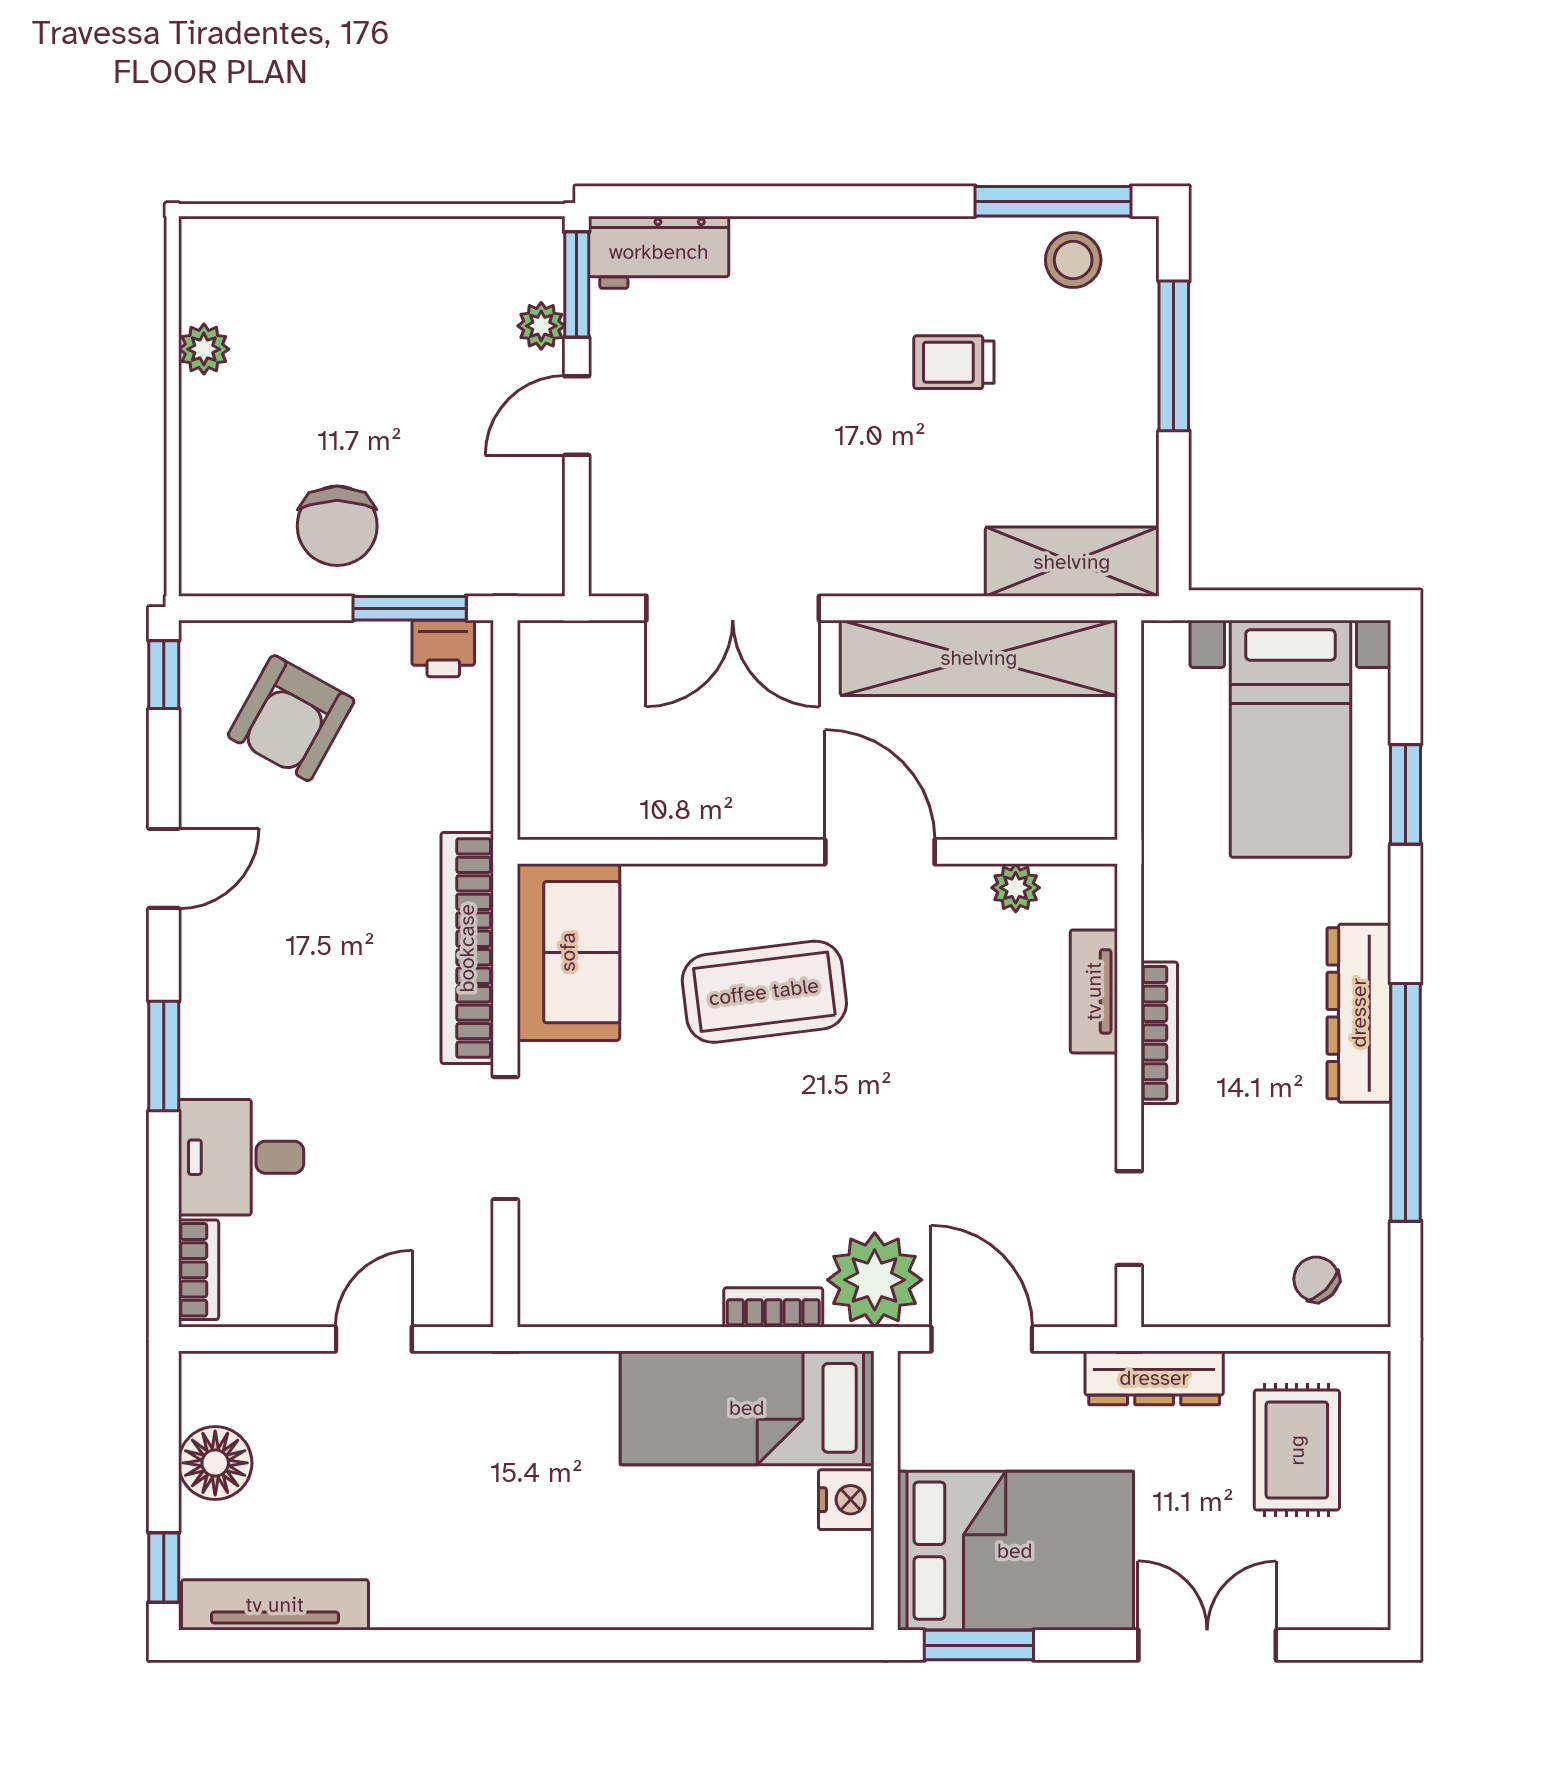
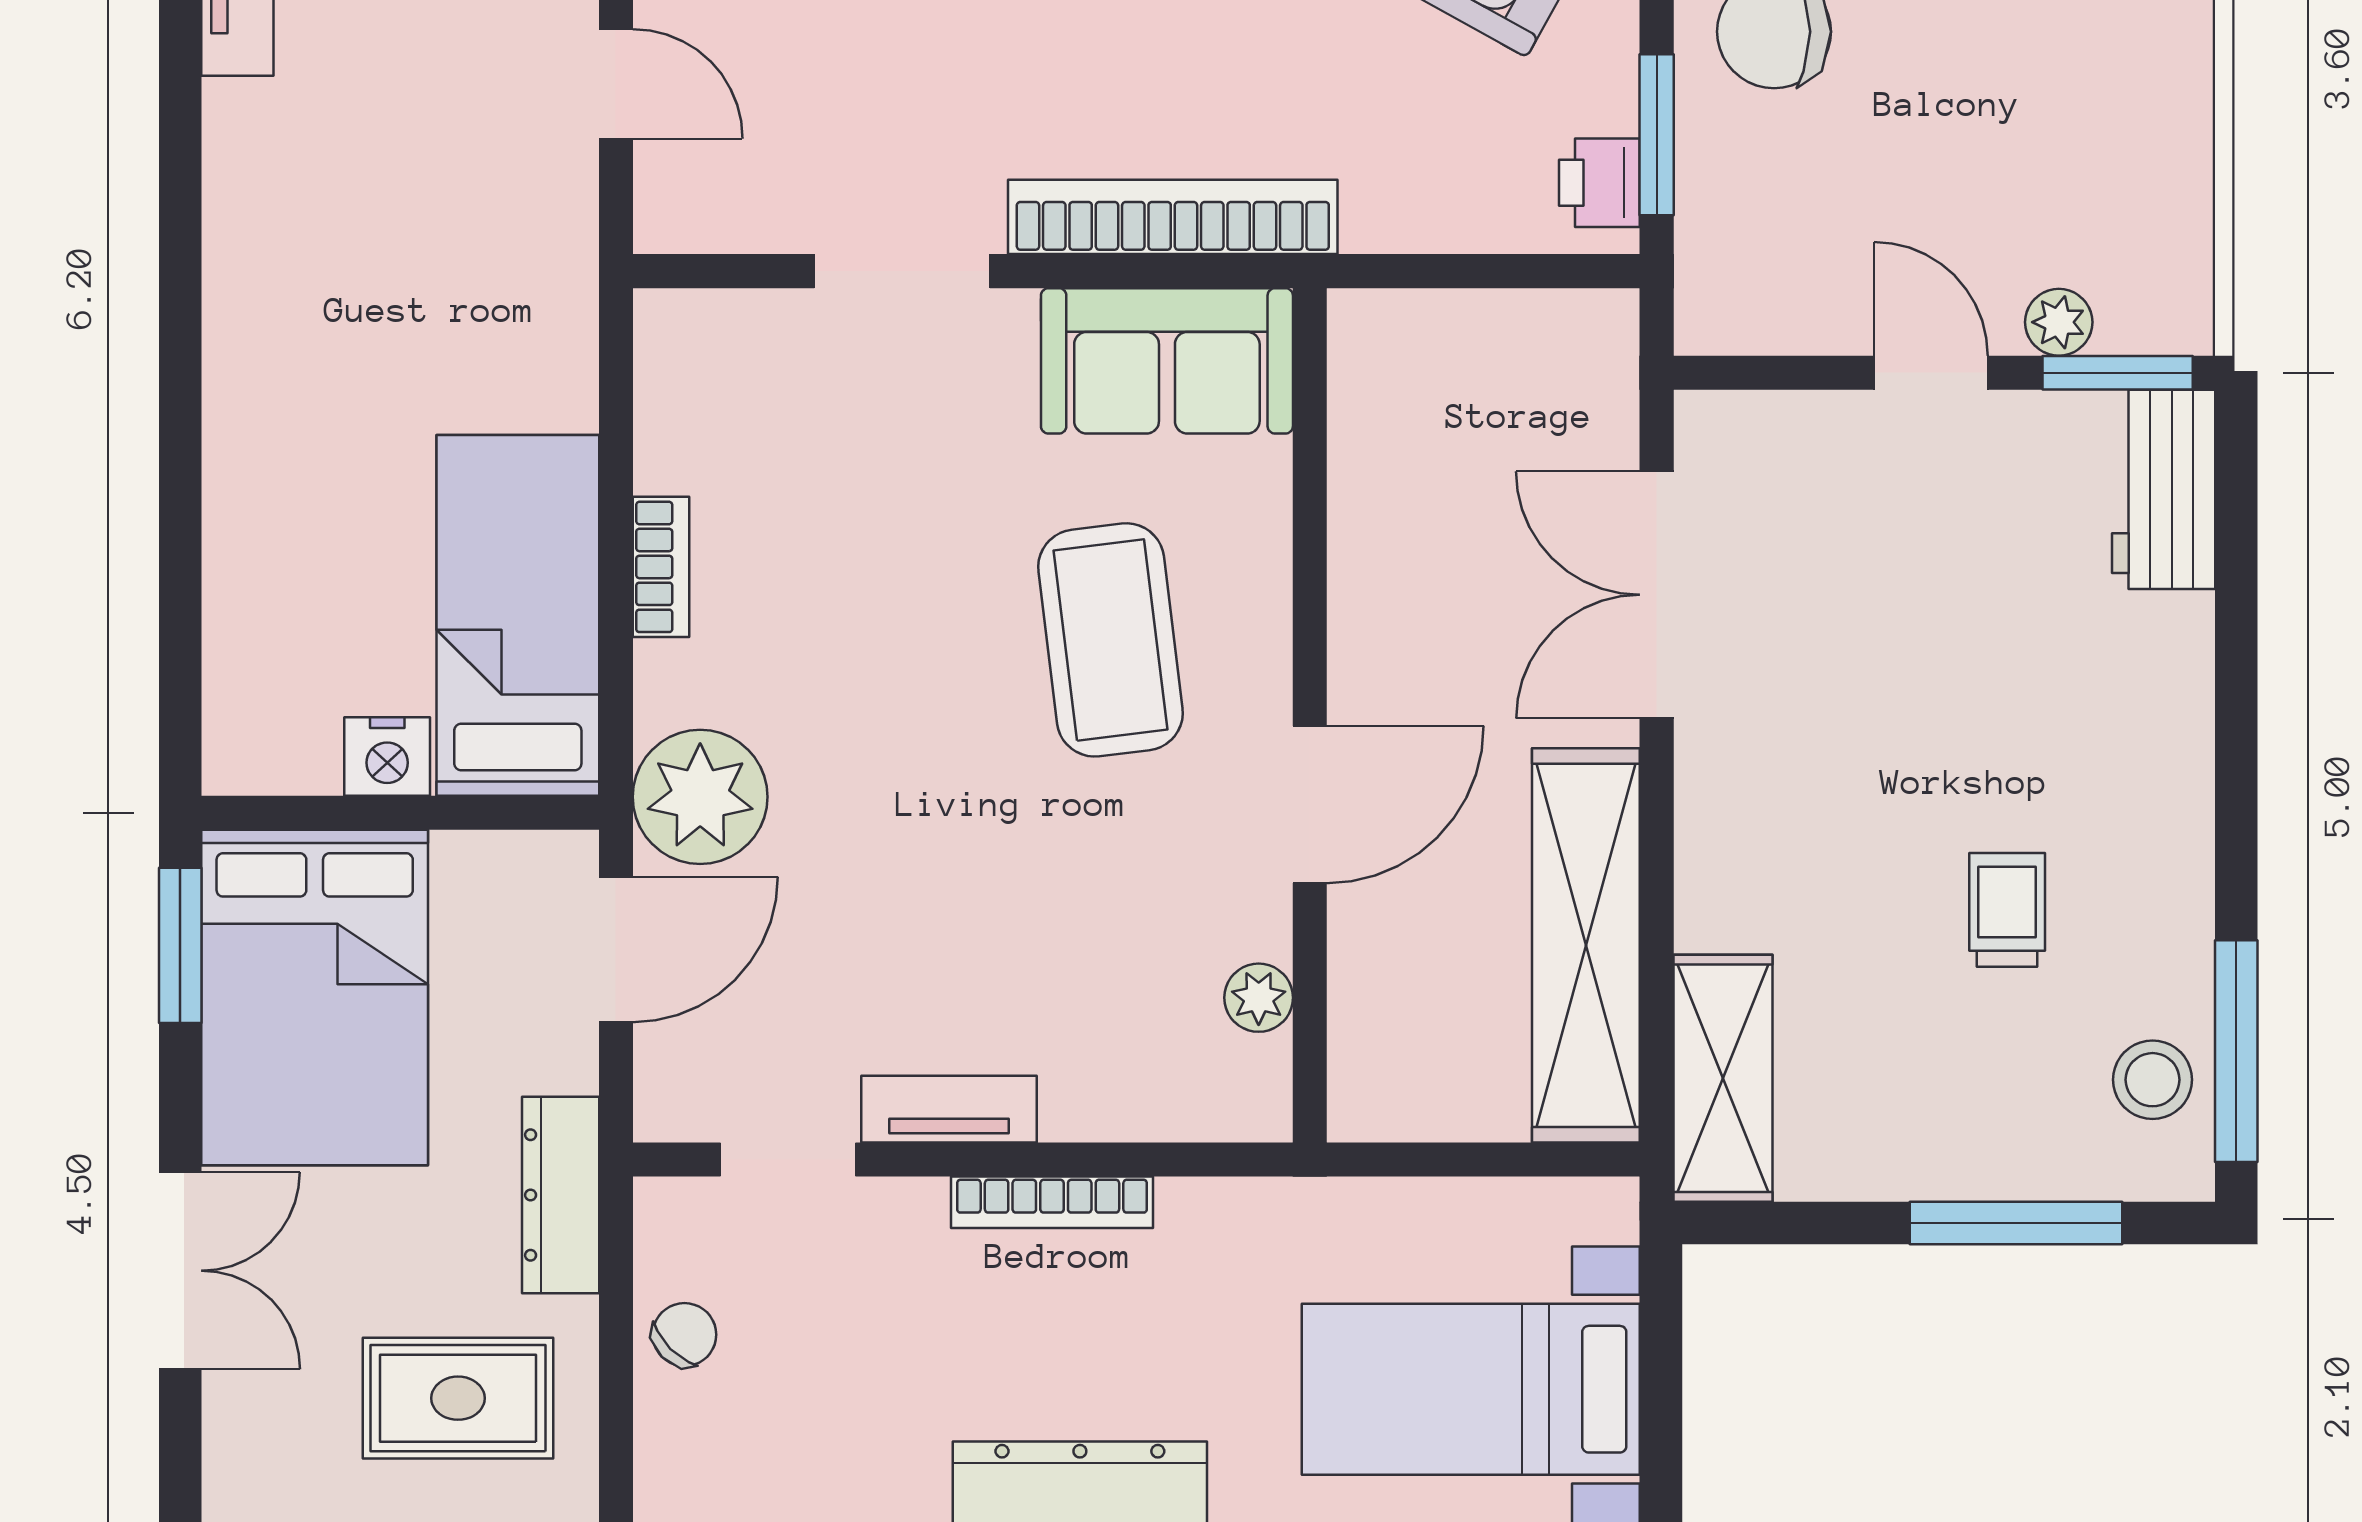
tv unit: (1094, 991) -> (949, 1109), moved
chair: (1316, 1279) -> (684, 1335), moved
bookcase: (773, 1307) -> (661, 567), moved

